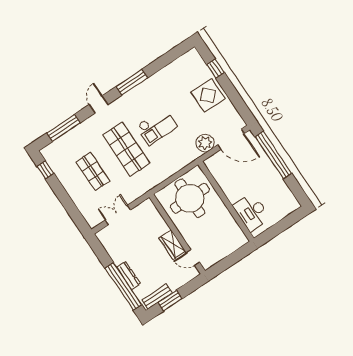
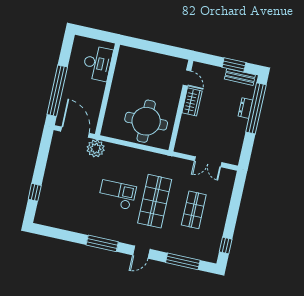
display table: (208, 95) -> (59, 179), removed
wall: (226, 201) -> (107, 89), moved
desk: (252, 212) -> (97, 63), moved
dresser: (129, 275) -> (245, 108), width x0.70

